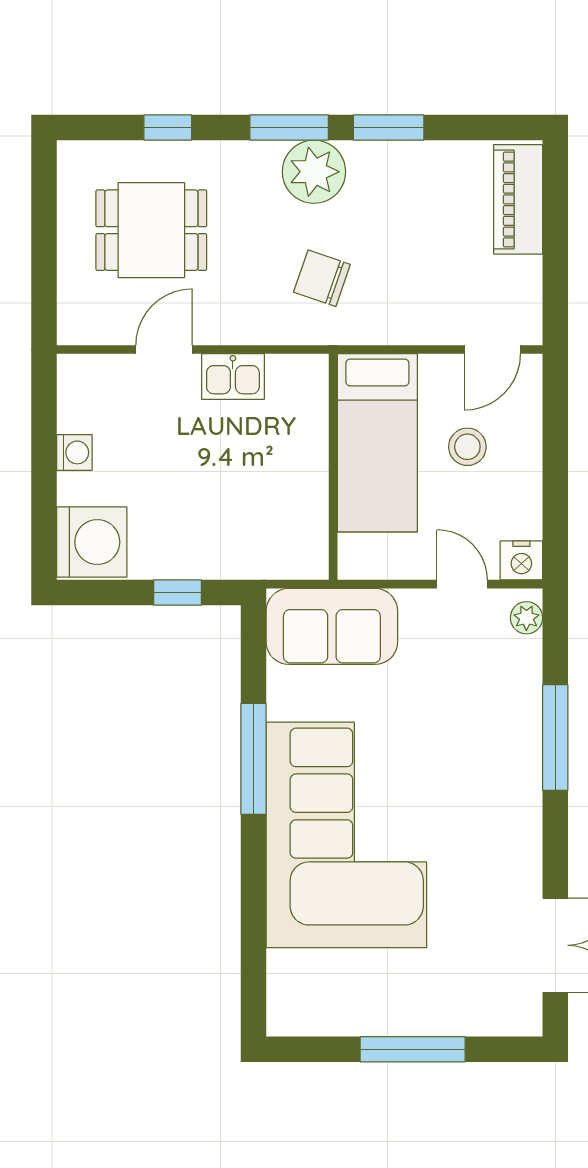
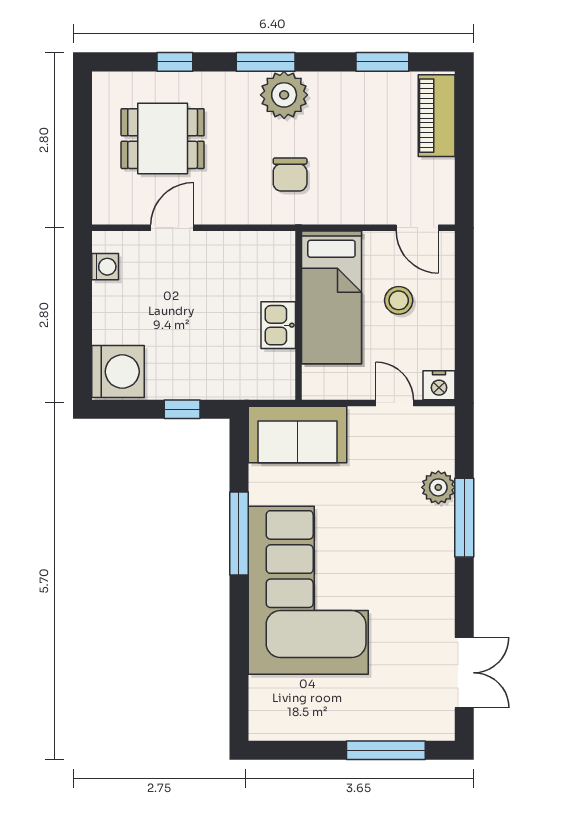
window: (389, 127) -> (382, 62), moved
chair: (322, 278) -> (290, 174), turned -109
door: (492, 350) -> (417, 228), hinge flipped
kitchen sink: (233, 377) -> (278, 325), moved, turned 90
washing machine: (74, 452) -> (105, 267), moved
plant: (526, 618) -> (438, 487), moved, width x1.38, depth x1.38
window: (413, 1049) -> (386, 750), moved

